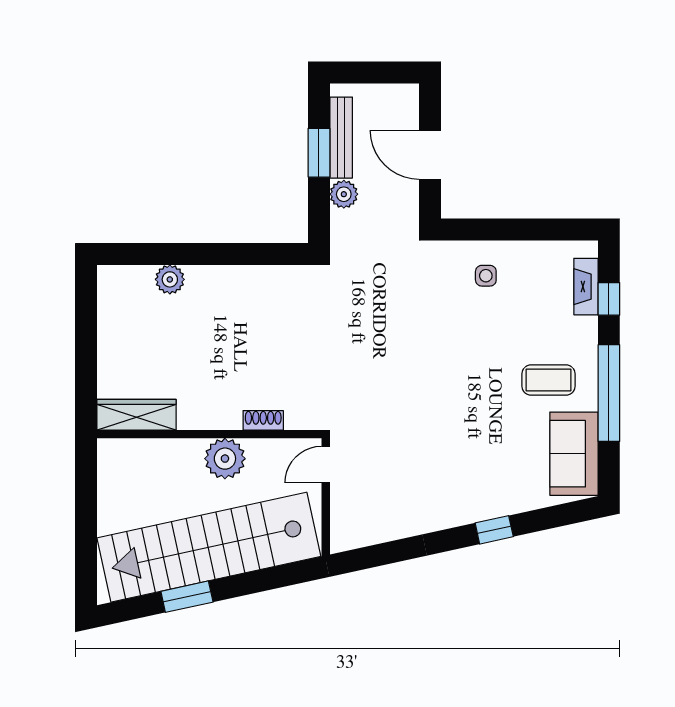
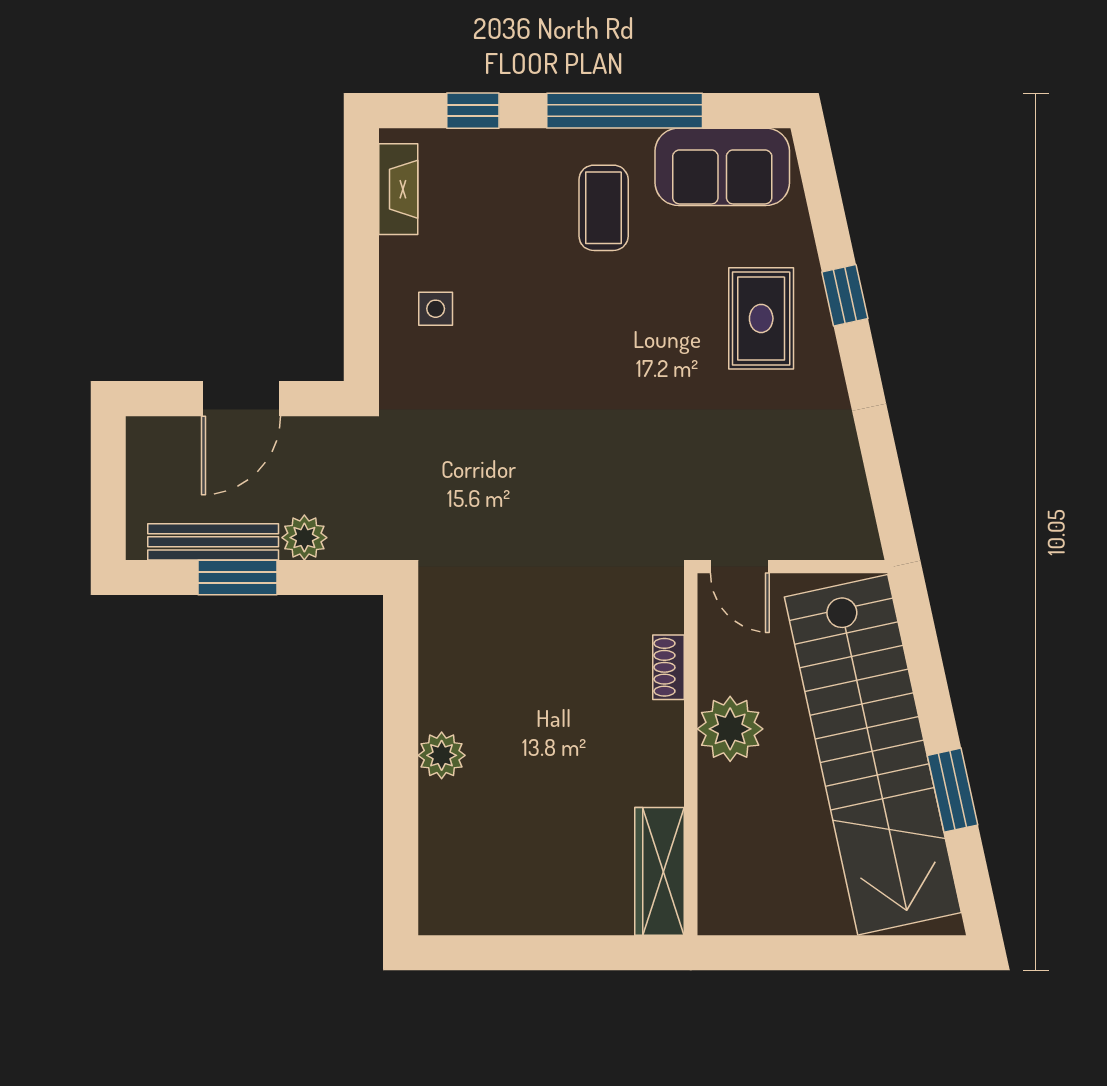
plant: (170, 279) -> (442, 755), moved
fireplace: (586, 287) -> (398, 189), moved, turned -90
rug: (480, 478) -> (761, 318), added

